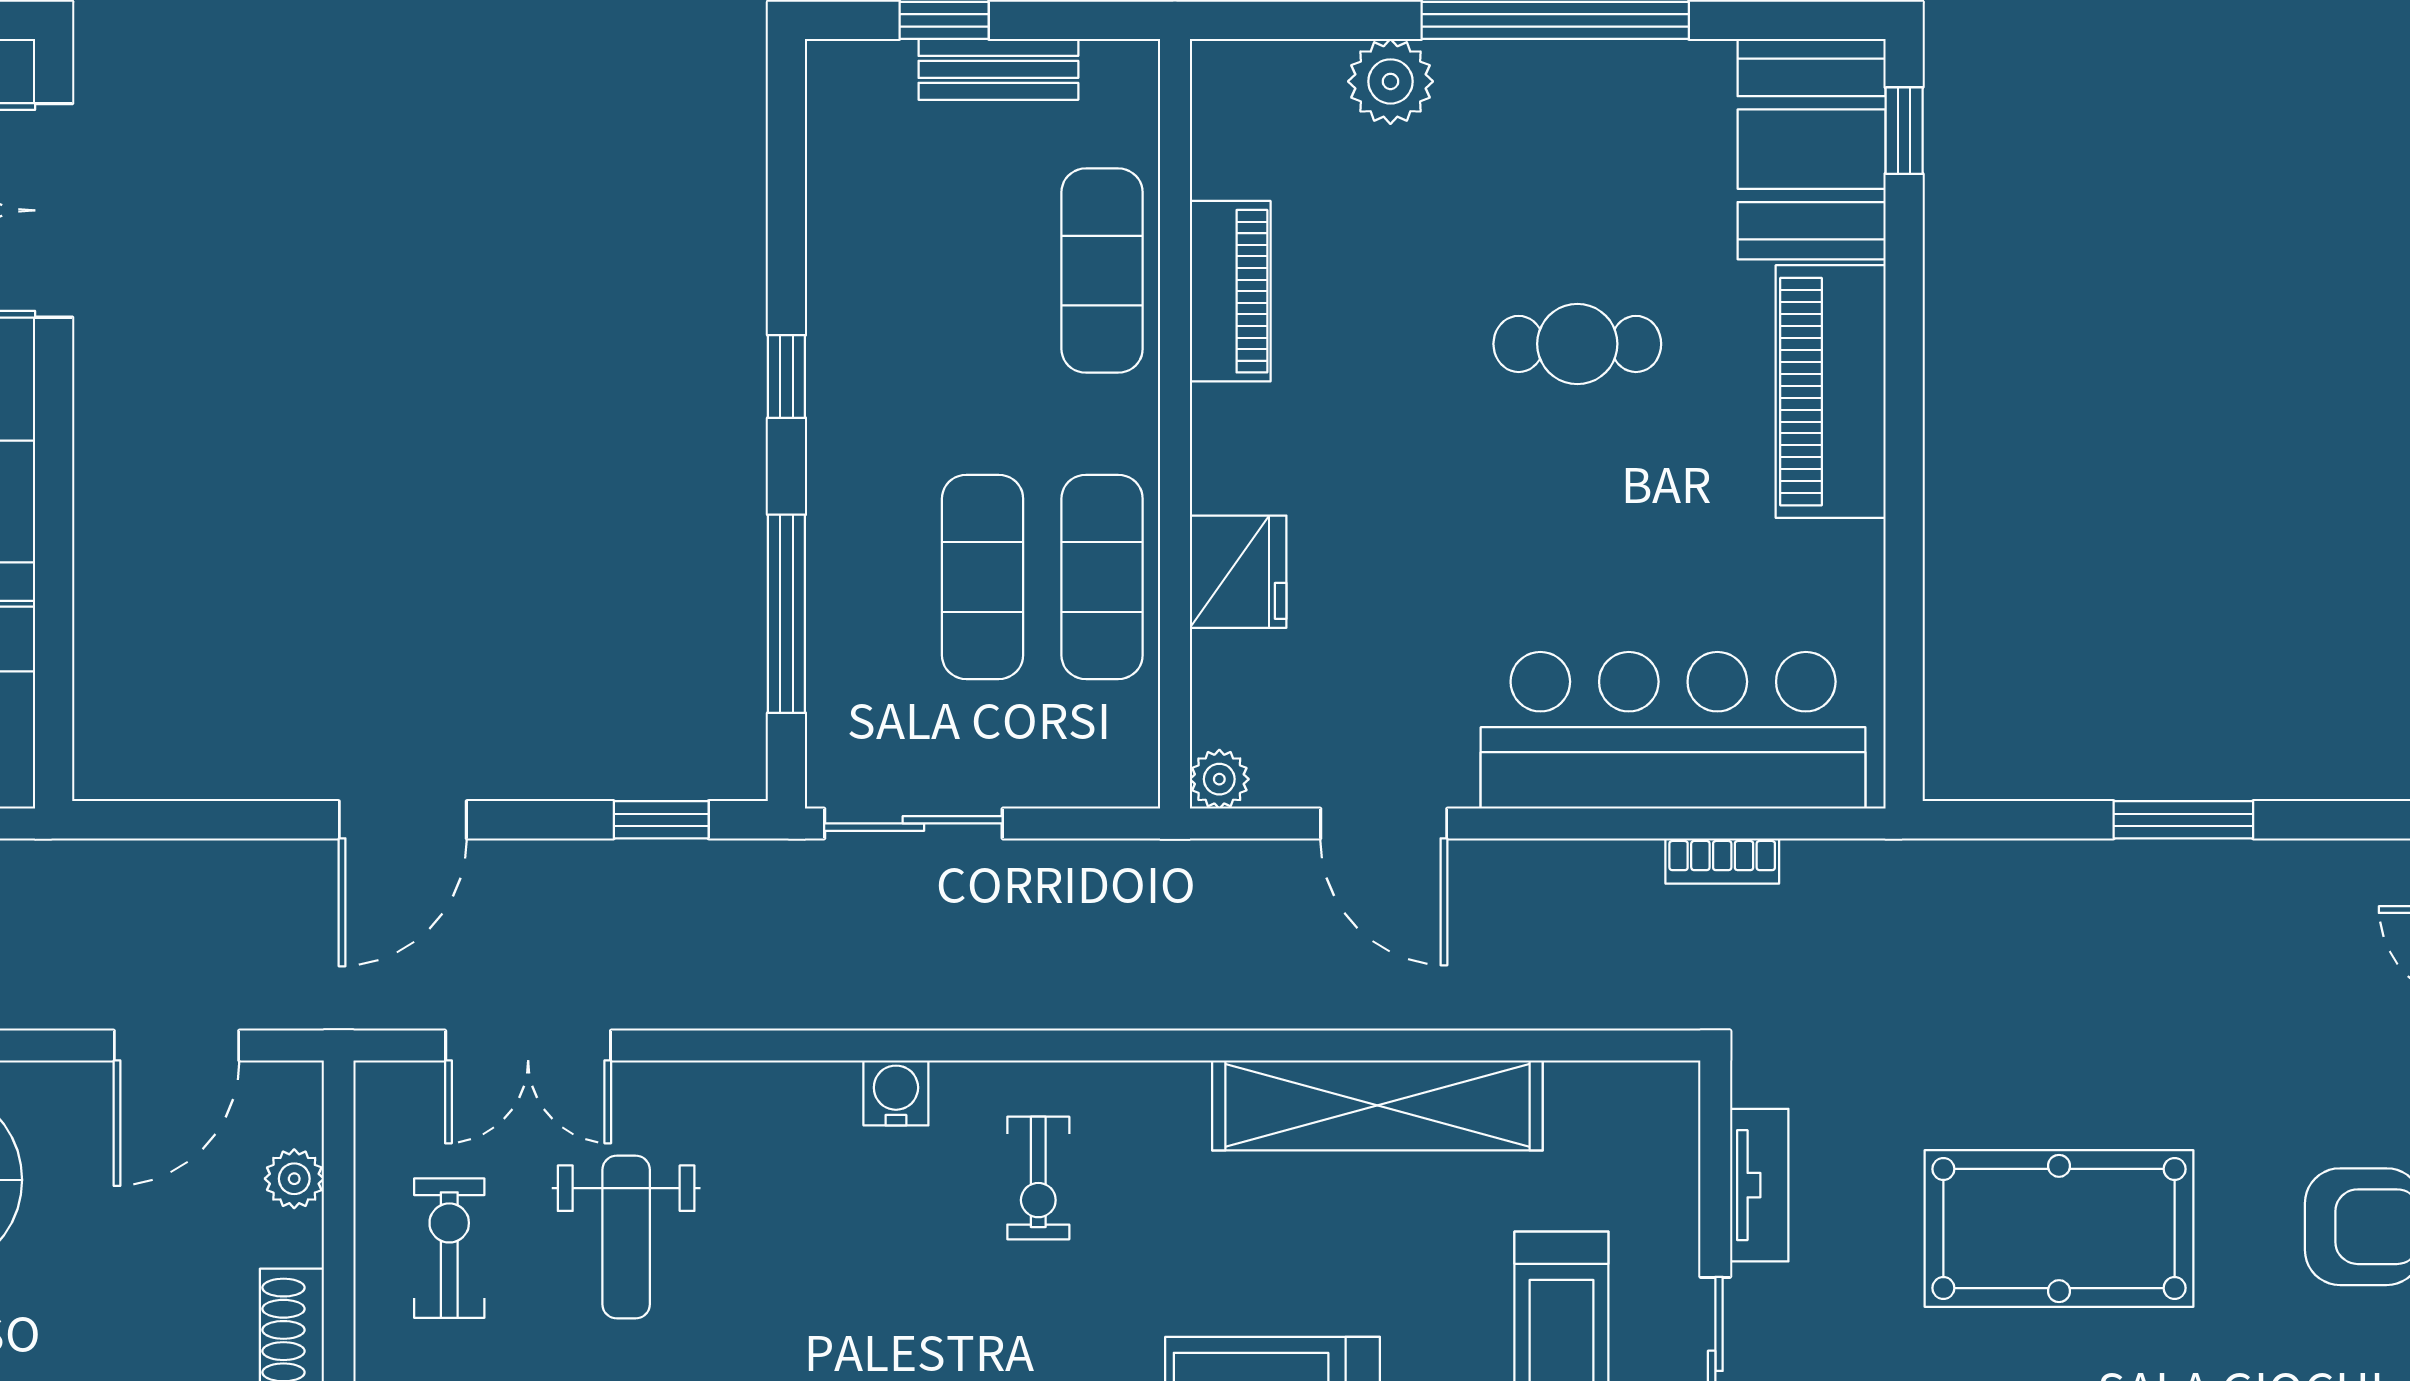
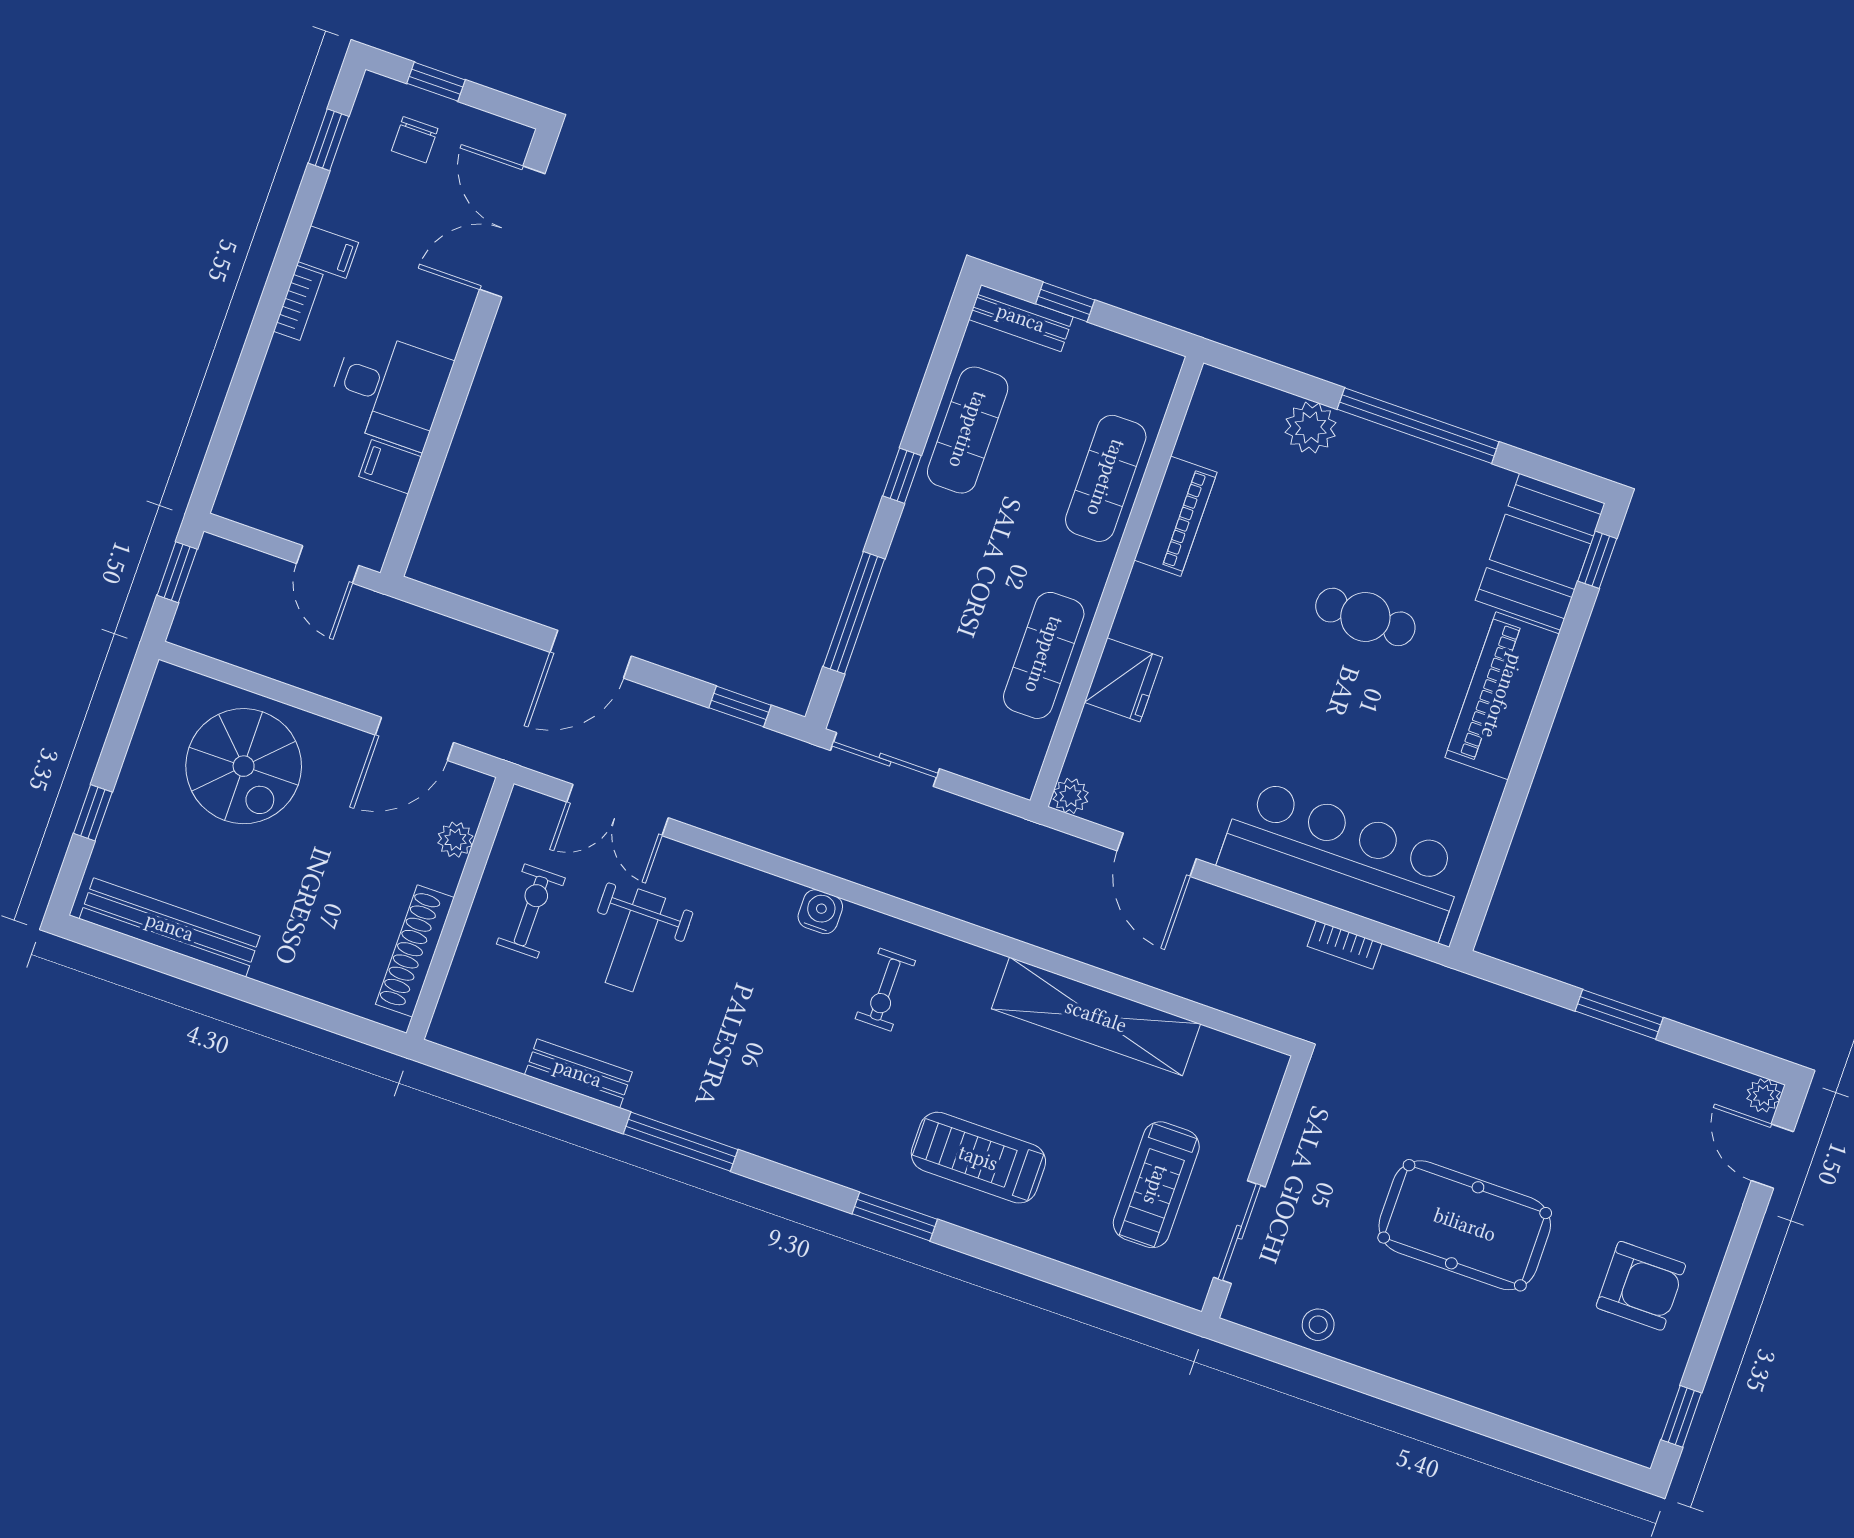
bench: (998, 69) -> (1021, 318), moved
exercise mat: (983, 577) -> (968, 430), moved
tv unit: (1759, 1185) -> (1300, 1140), removed

